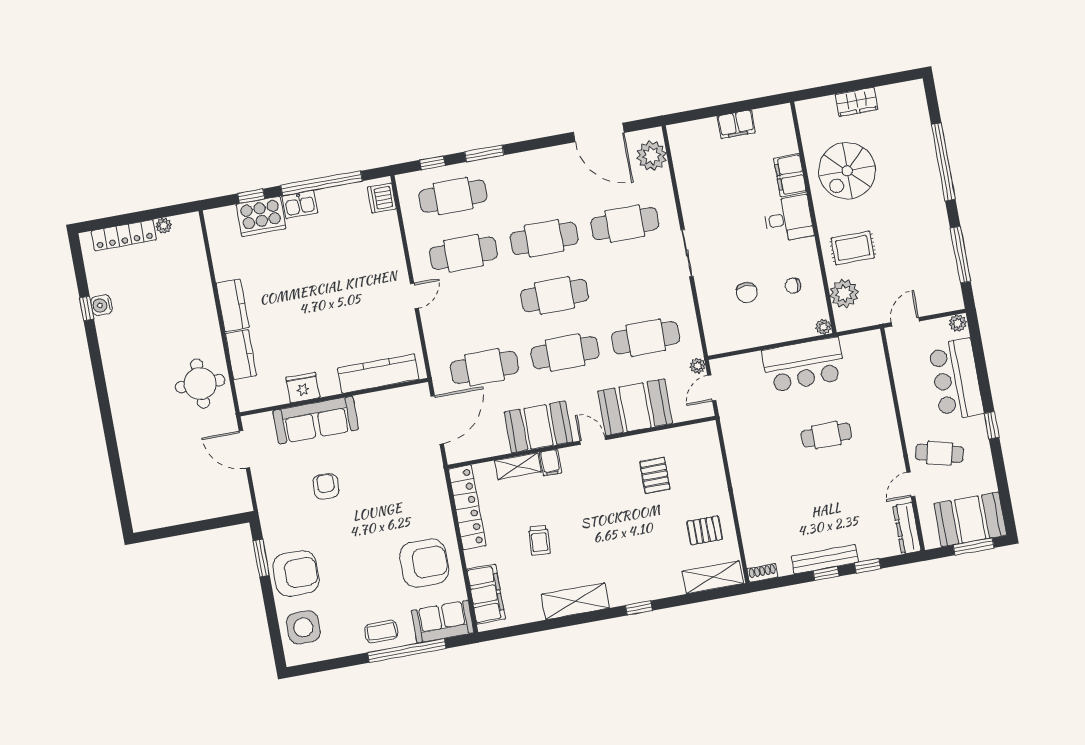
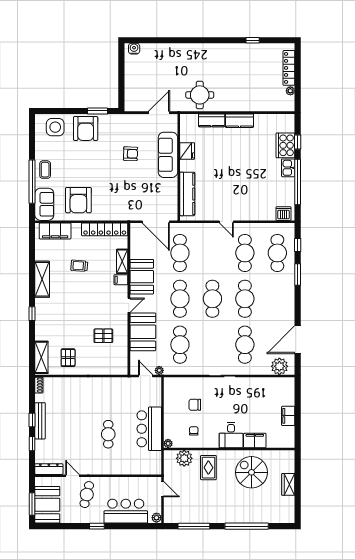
water cooler: (101, 305) -> (134, 49), moved

